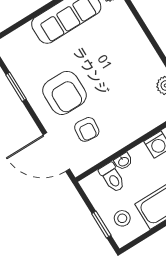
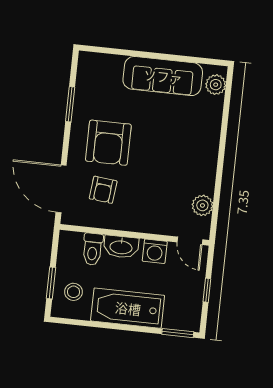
washbasin: (123, 161) -> (121, 247), width x1.91, depth x1.45

